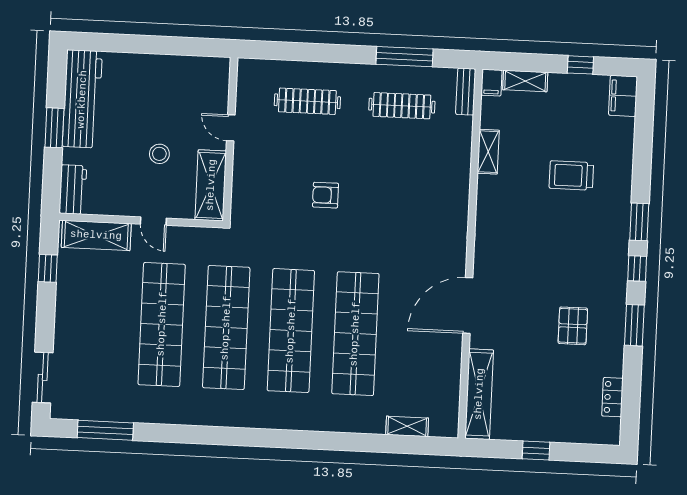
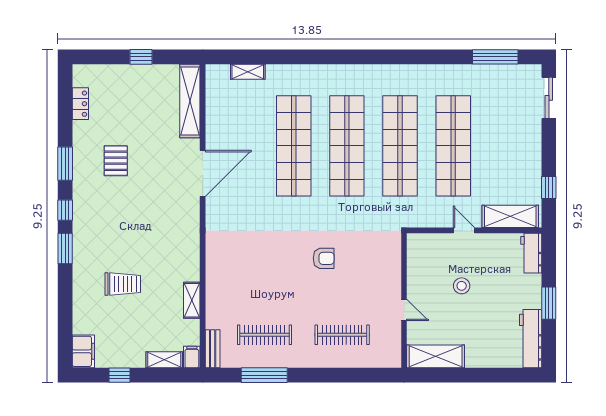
workbench: (82, 99) -> (531, 339), width x0.73, depth x0.76
shelving: (211, 185) -> (436, 356), moved, turned 90

